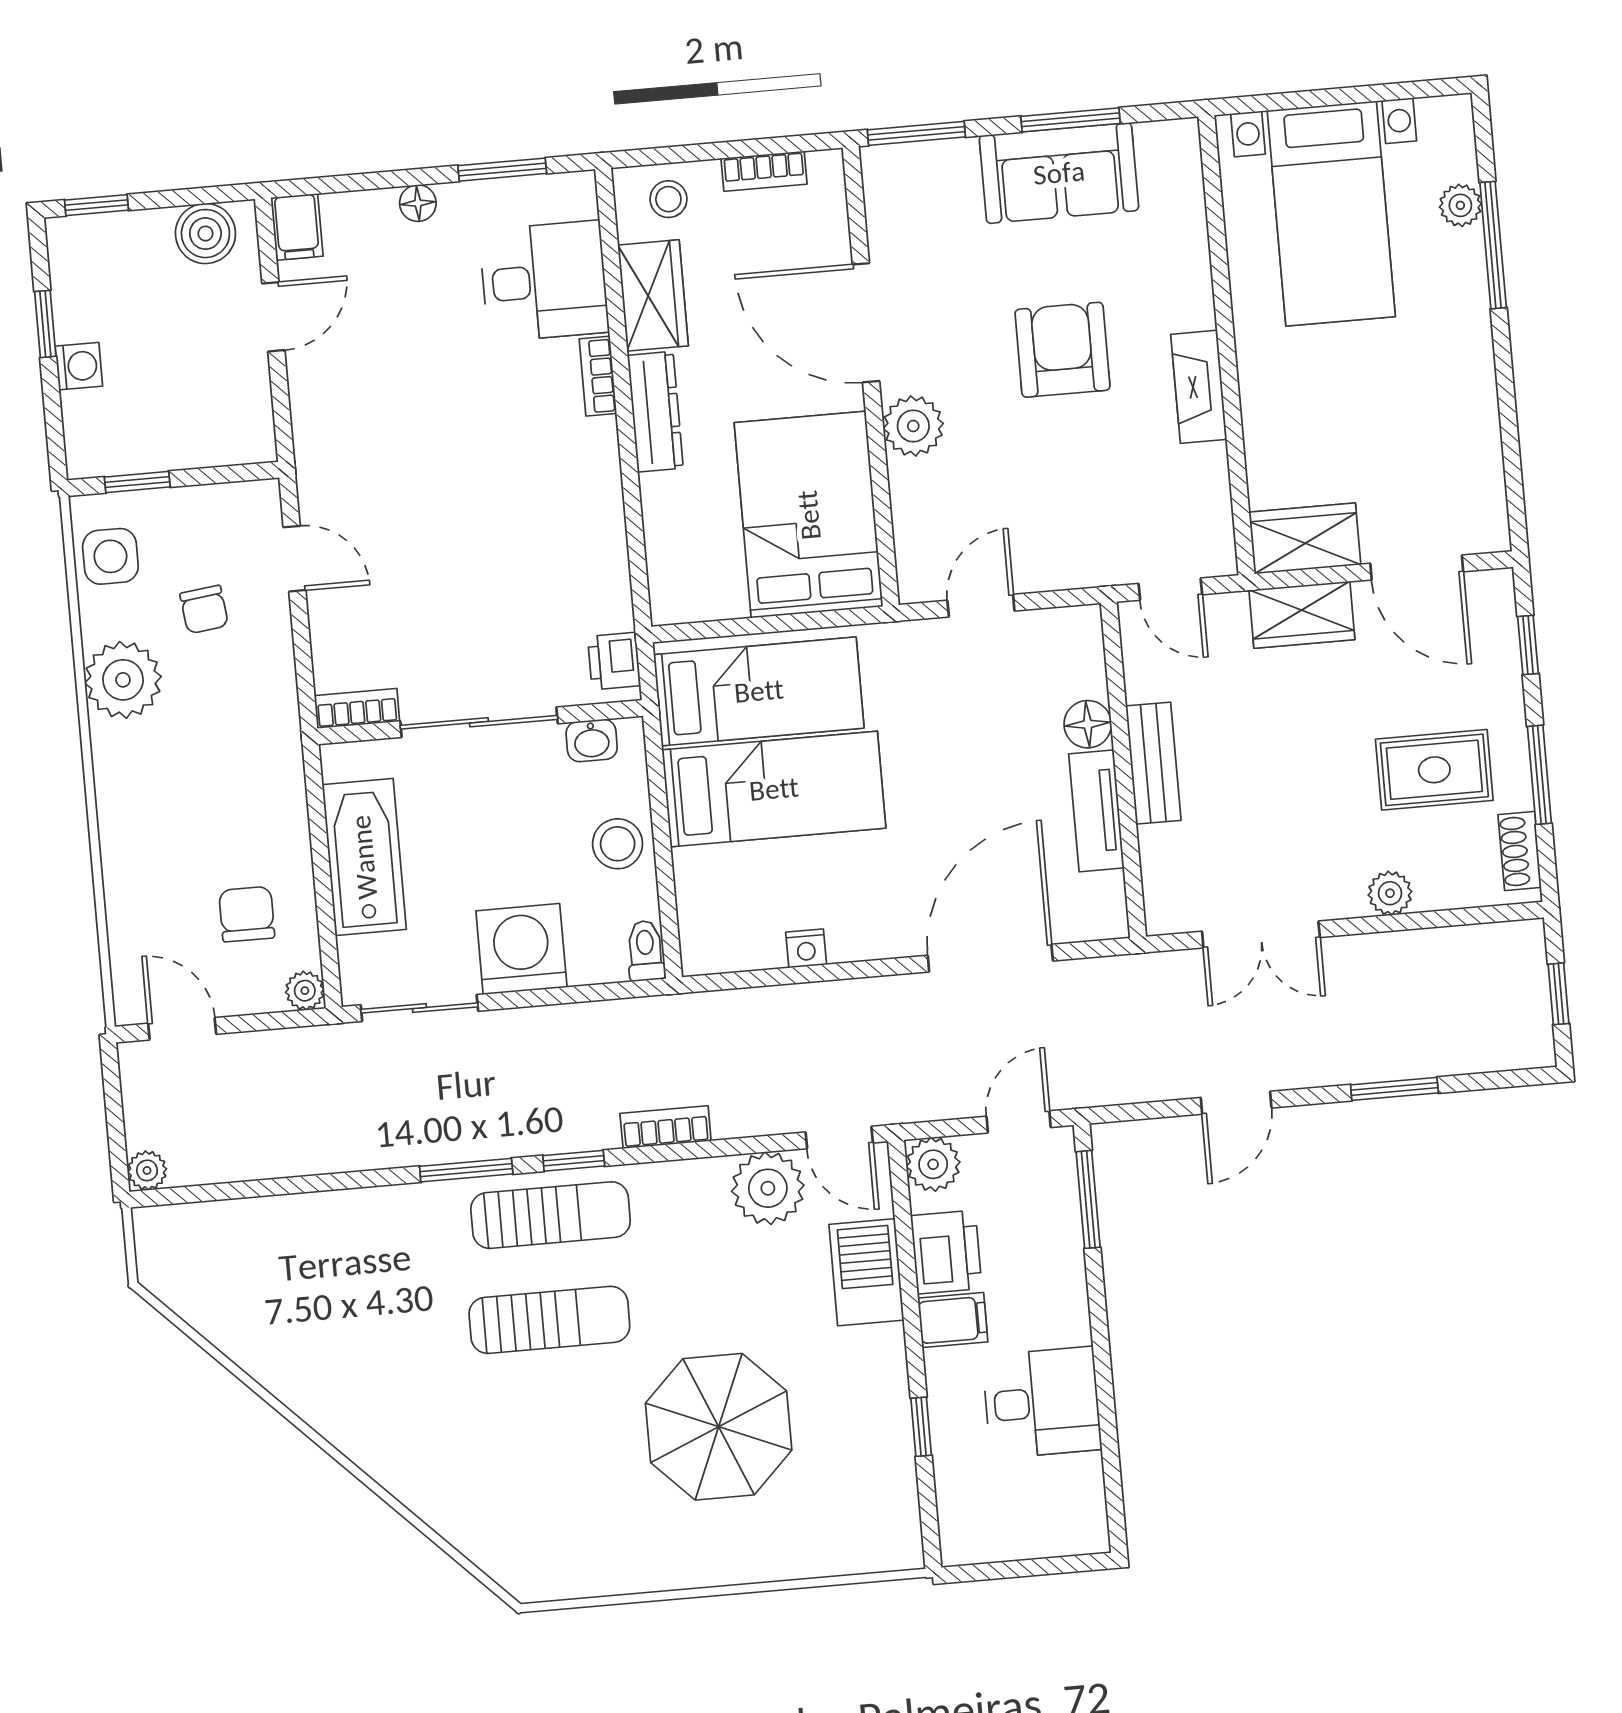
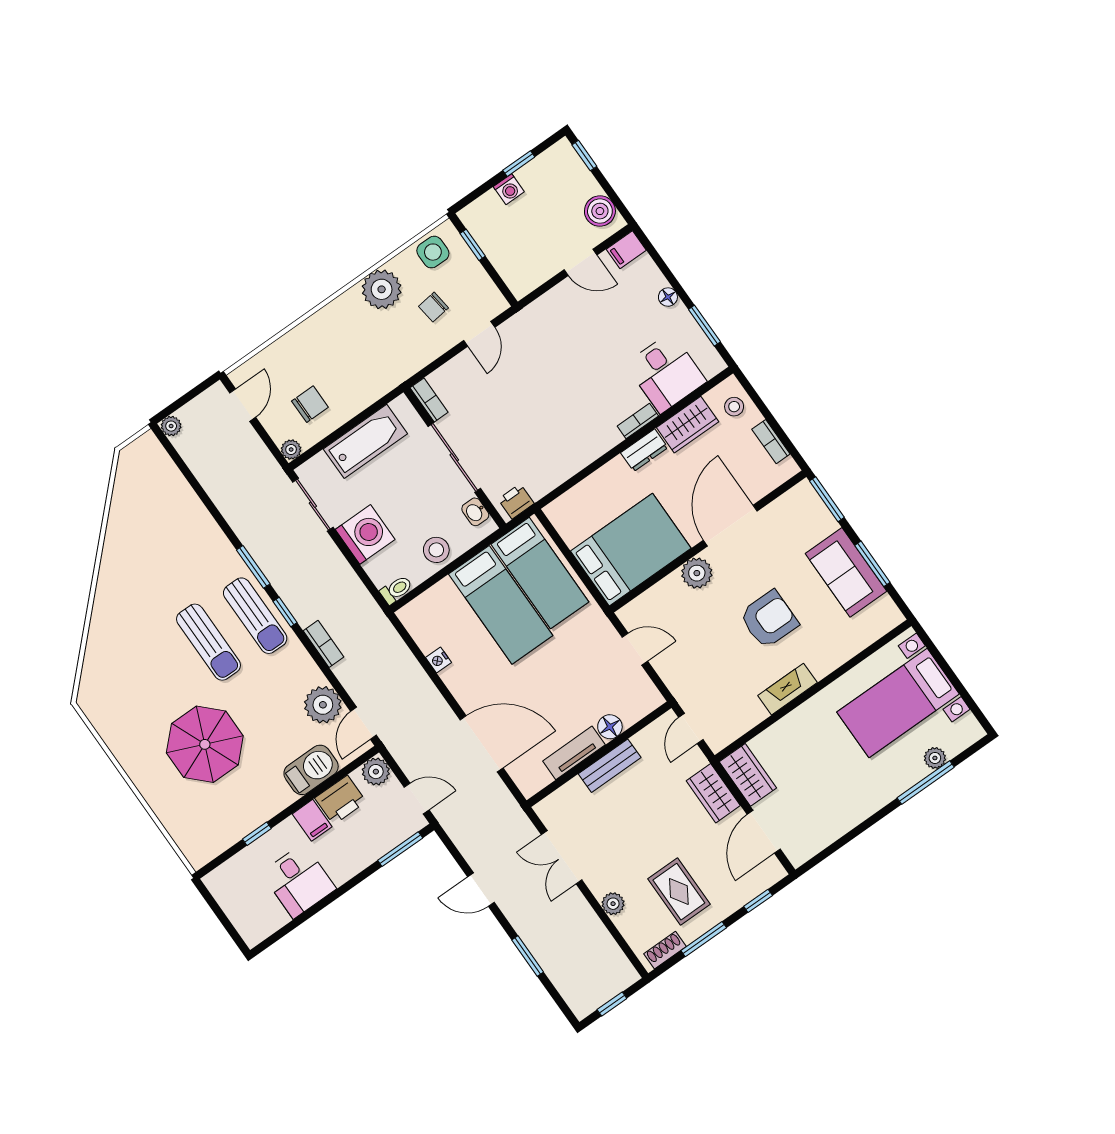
dresser: (655, 412) -> (644, 450), width x0.70

